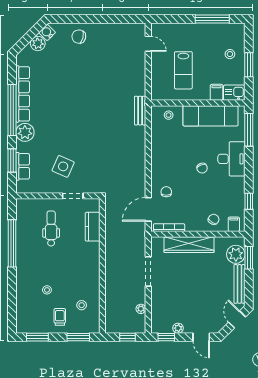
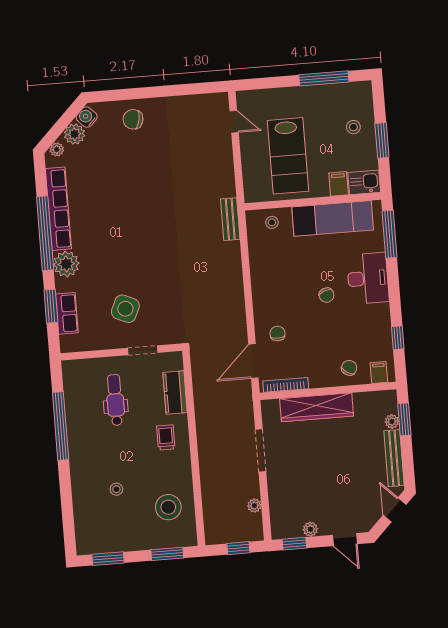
plant: (25, 53) -> (57, 150), added
lab bench: (183, 70) -> (288, 156), width x1.36, depth x1.39
plant: (236, 254) -> (392, 421), width x0.53, depth x0.53
stool: (82, 305) -> (168, 507), width x1.89, depth x1.89
trolley: (60, 317) -> (166, 437), moved

